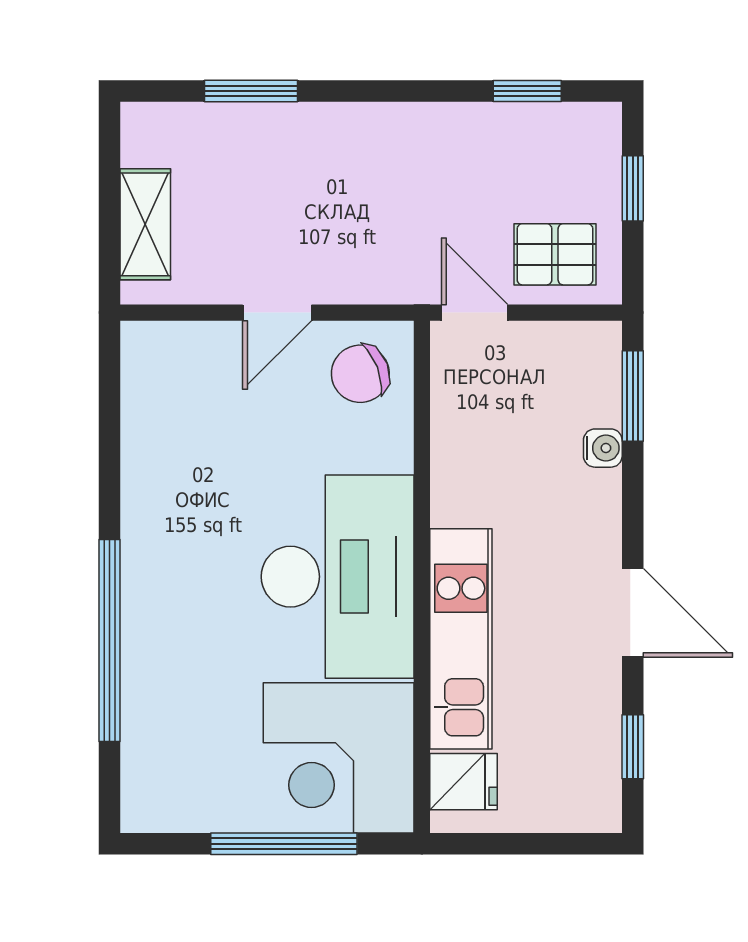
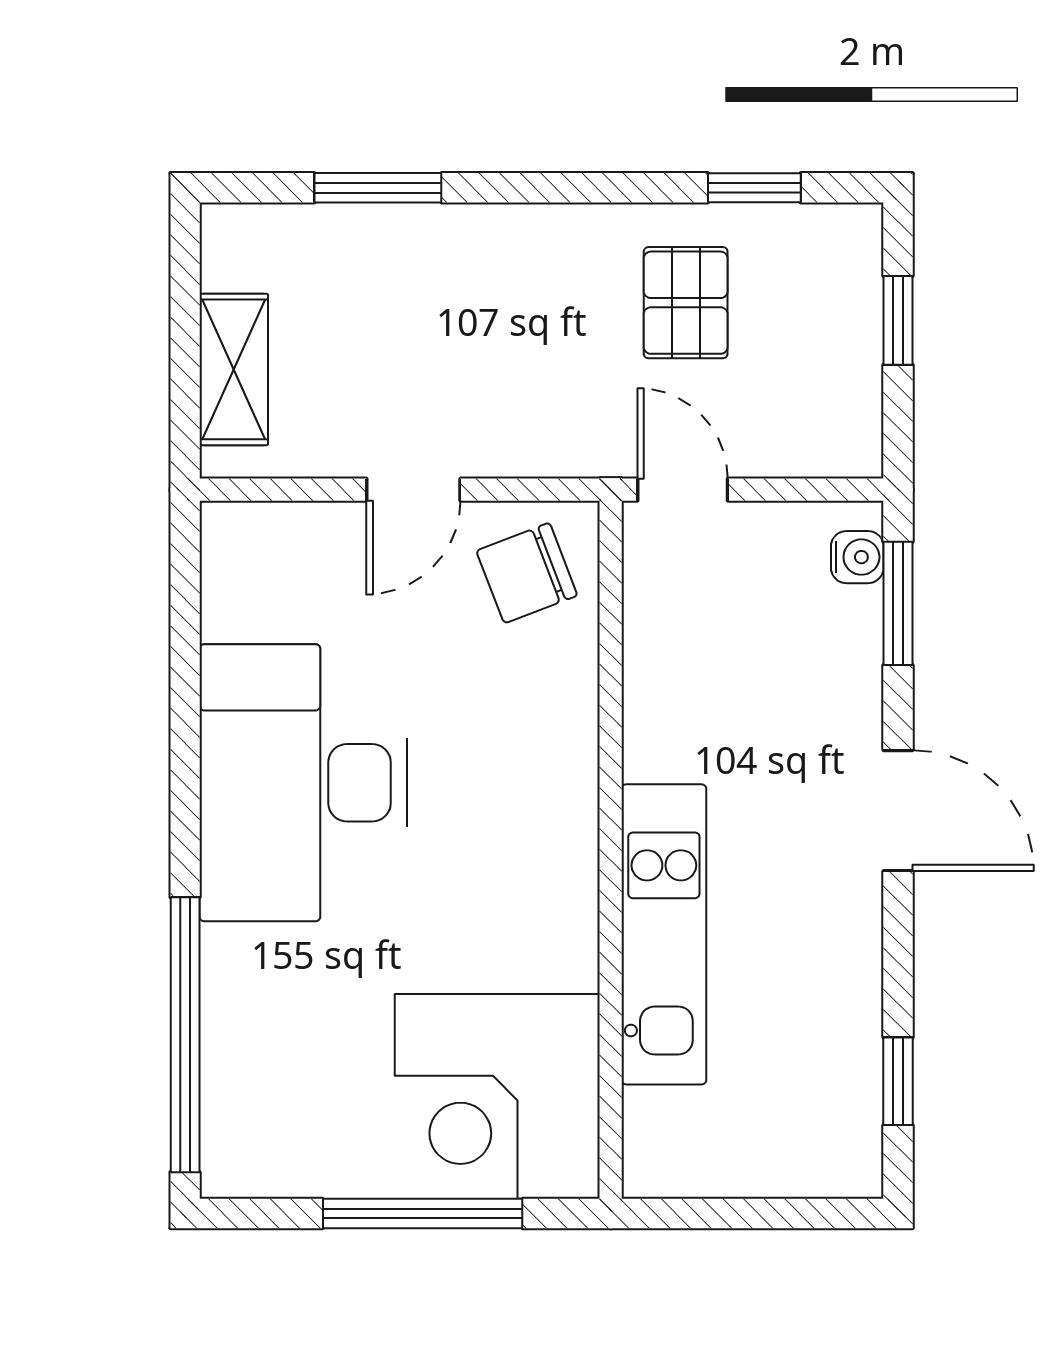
pallet: (555, 254) -> (686, 303), moved, turned 90
water cooler: (603, 448) -> (857, 557), moved
desk: (338, 577) -> (303, 783), moved, turned 180
door: (633, 613) -> (898, 811), moved
window: (109, 640) -> (185, 1035), moved
fridge: (463, 782) -> (667, 1129), removed

